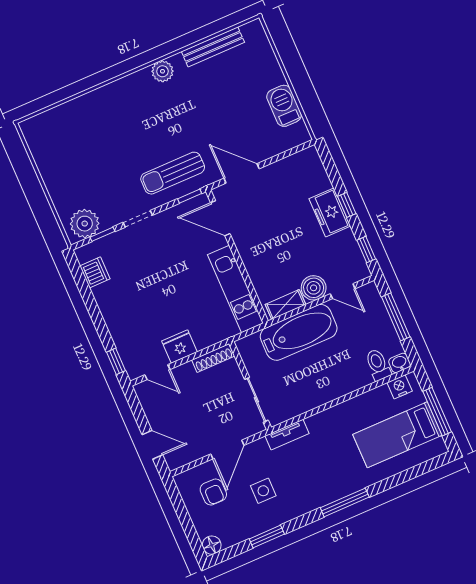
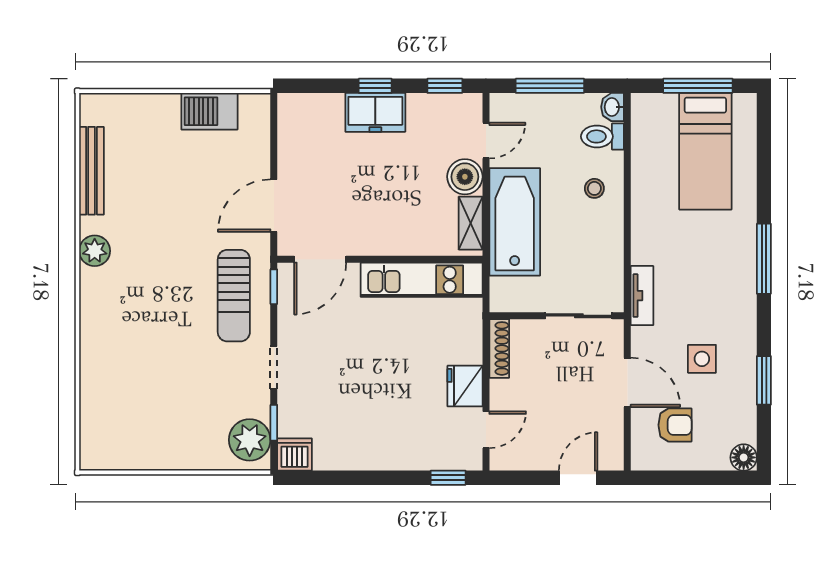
dishwasher: (95, 272) -> (295, 455), moved
stool: (342, 374) -> (594, 188), added
nightstand: (400, 387) -> (644, 121), removed

